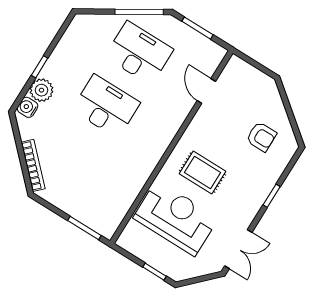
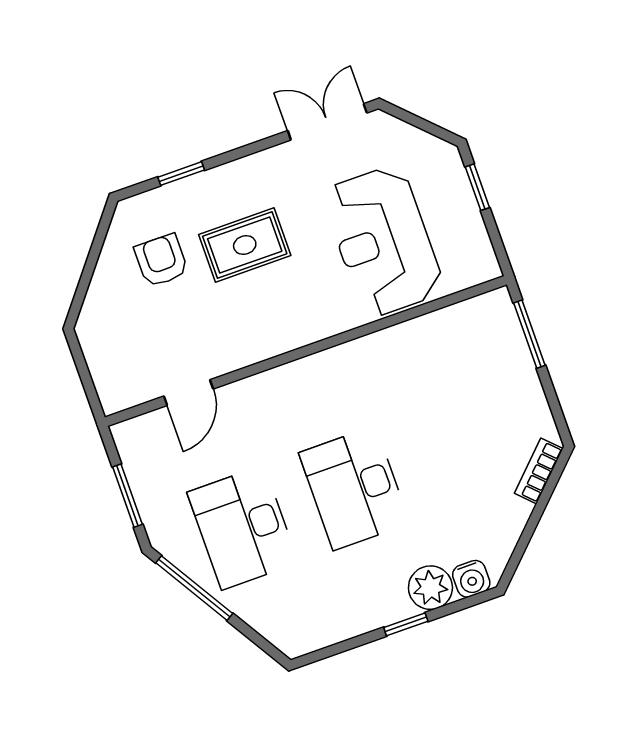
bookcase: (33, 165) -> (539, 471), width x0.64
rug: (202, 173) -> (245, 245), moved, turned 90
window: (272, 196) -> (181, 174), moved

